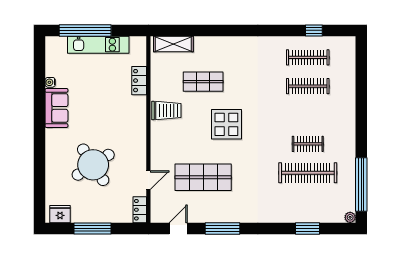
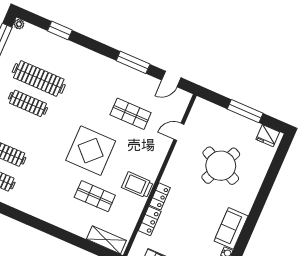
display table: (226, 124) -> (91, 151), width x1.36, depth x1.36
clothes rail: (308, 144) -> (28, 103), width x1.36
round table: (93, 165) -> (221, 166), turned -33
shop shelf: (203, 177) -> (131, 114), width x0.70, depth x0.74
locker: (140, 210) -> (160, 196), moved

